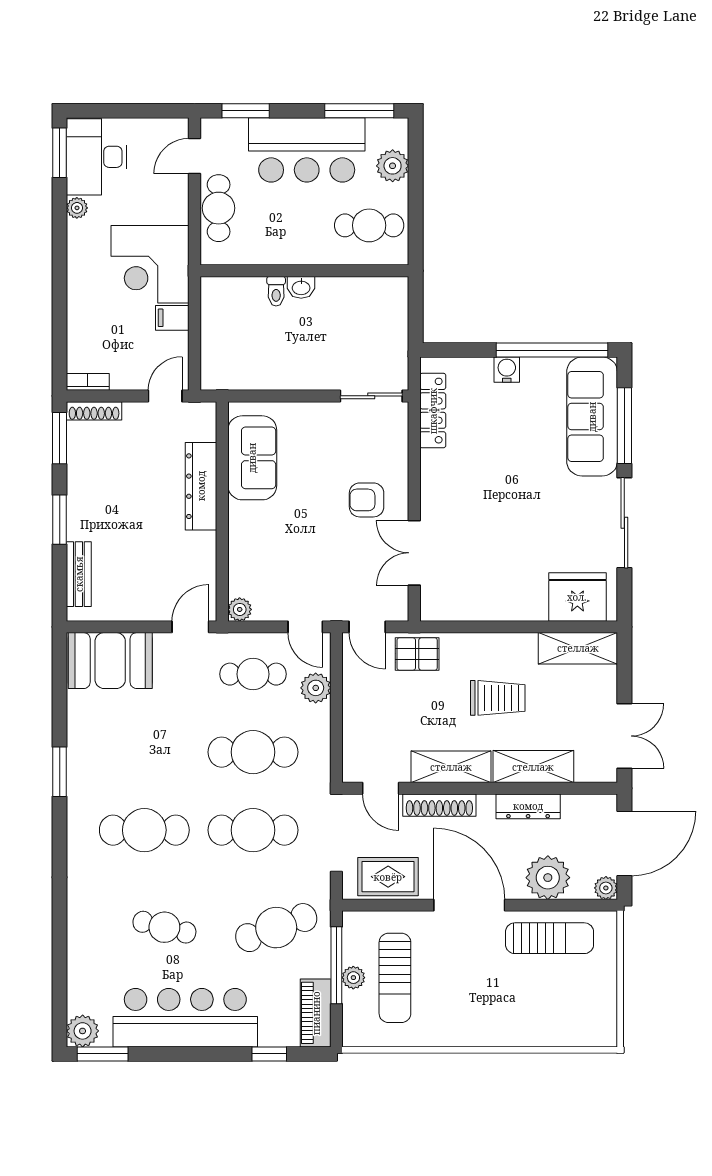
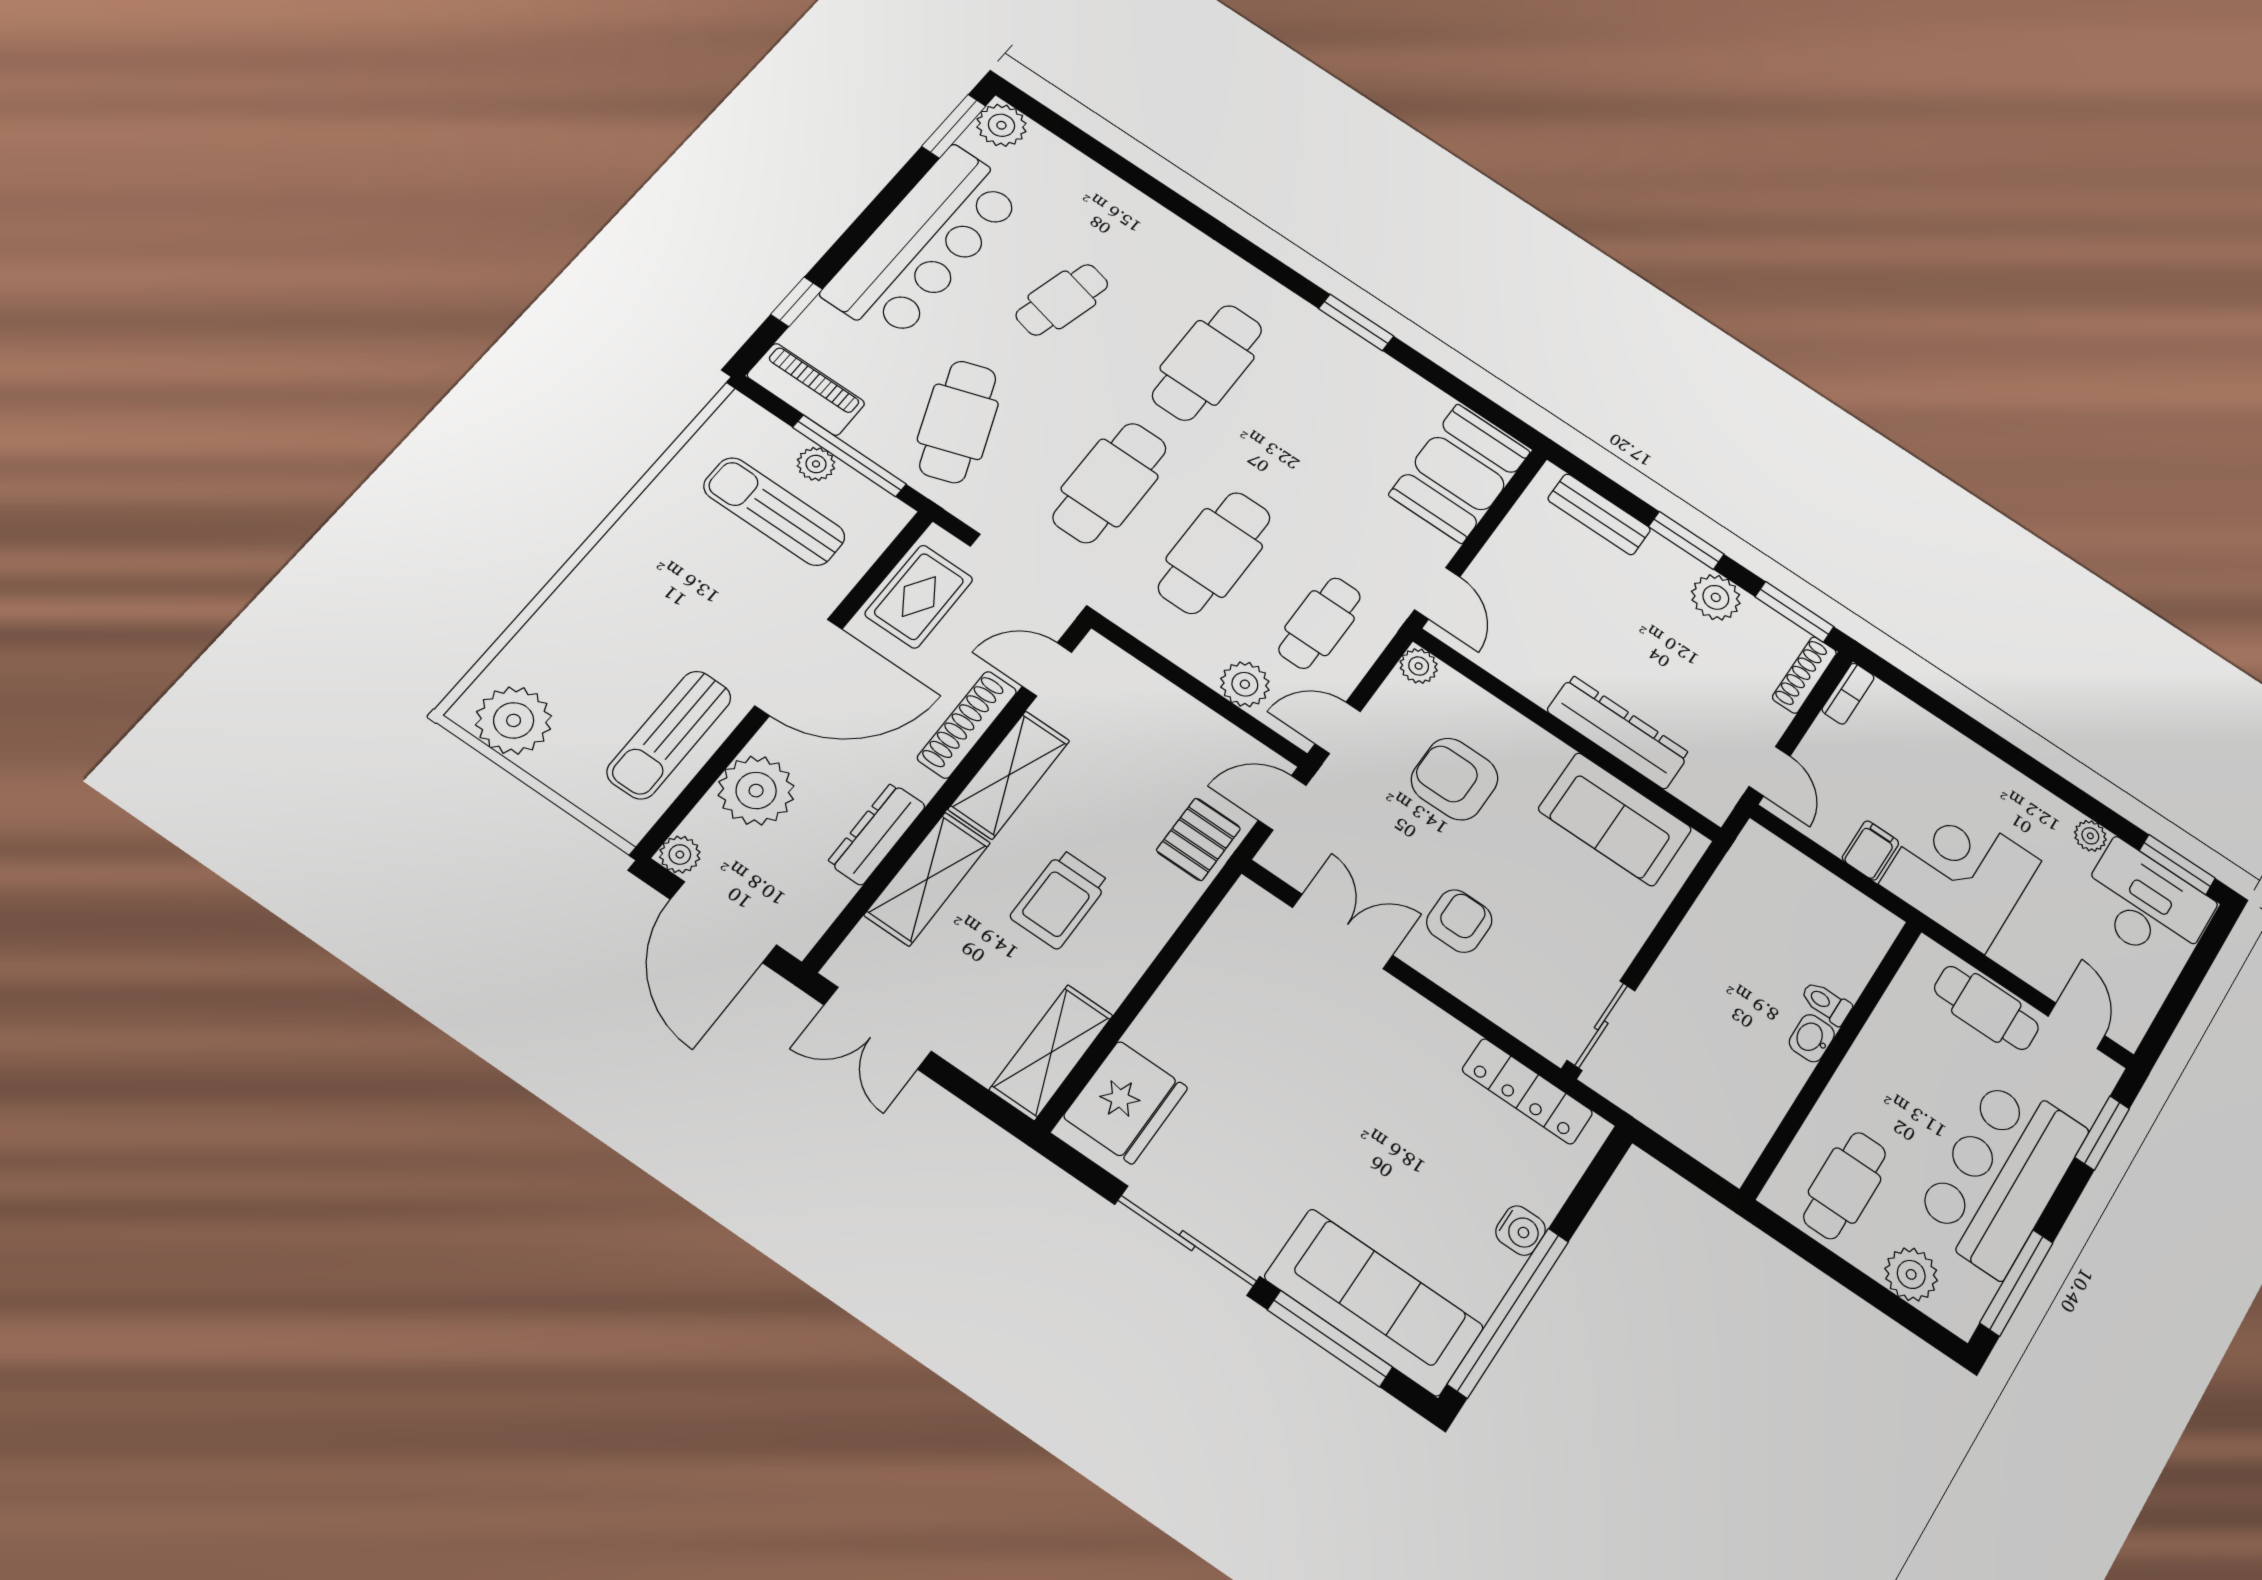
plant: (82, 484) -> (1716, 597), added
armchair: (290, 551) -> (1455, 779), added
plant: (596, 1013) -> (514, 720), added

